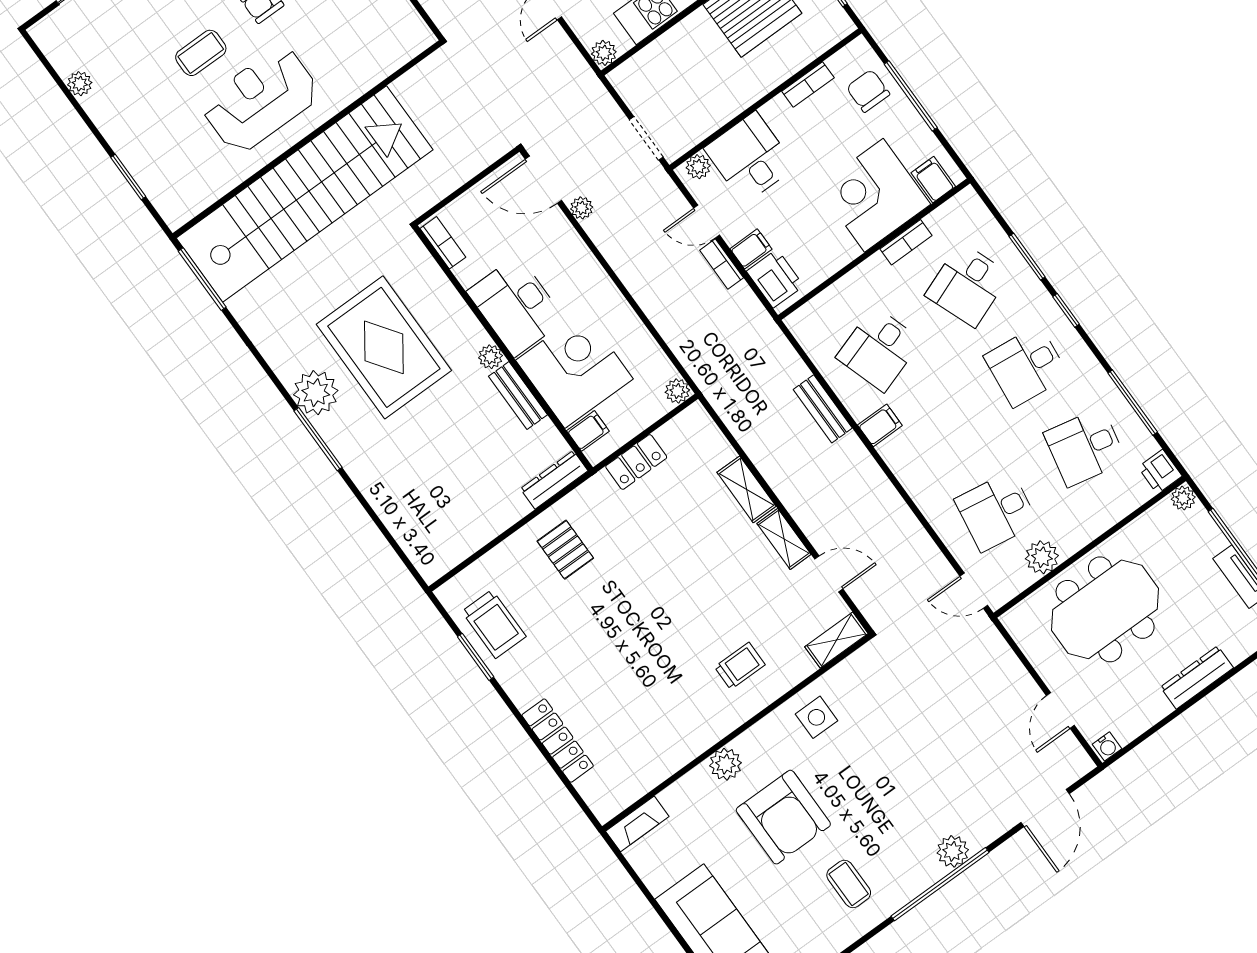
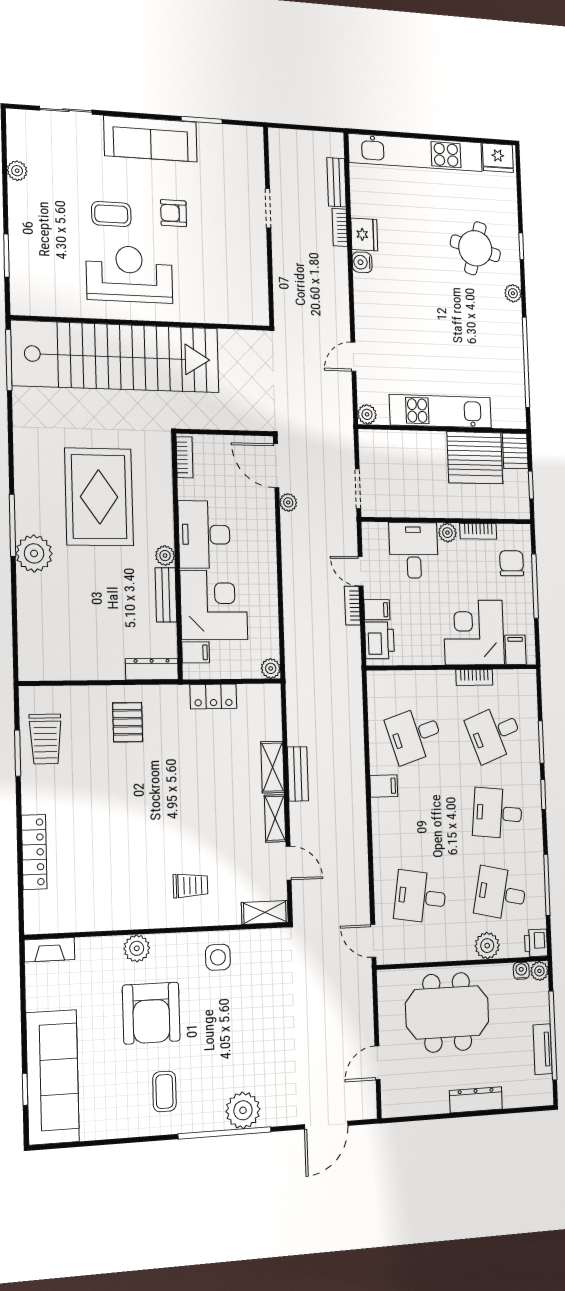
plant: (698, 167) -> (447, 533), moved
plant: (316, 393) -> (34, 553), moved
bench: (823, 409) -> (298, 774), moved
plant: (1042, 557) -> (487, 946), moved
water cooler: (1107, 746) -> (521, 971), moved, turned 180
plant: (953, 851) -> (243, 1110), width x1.36, depth x1.36

